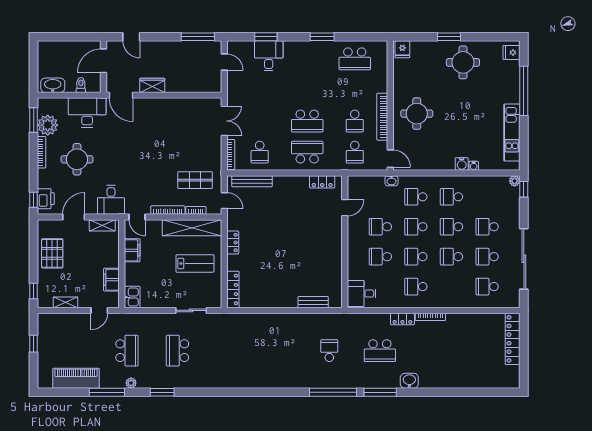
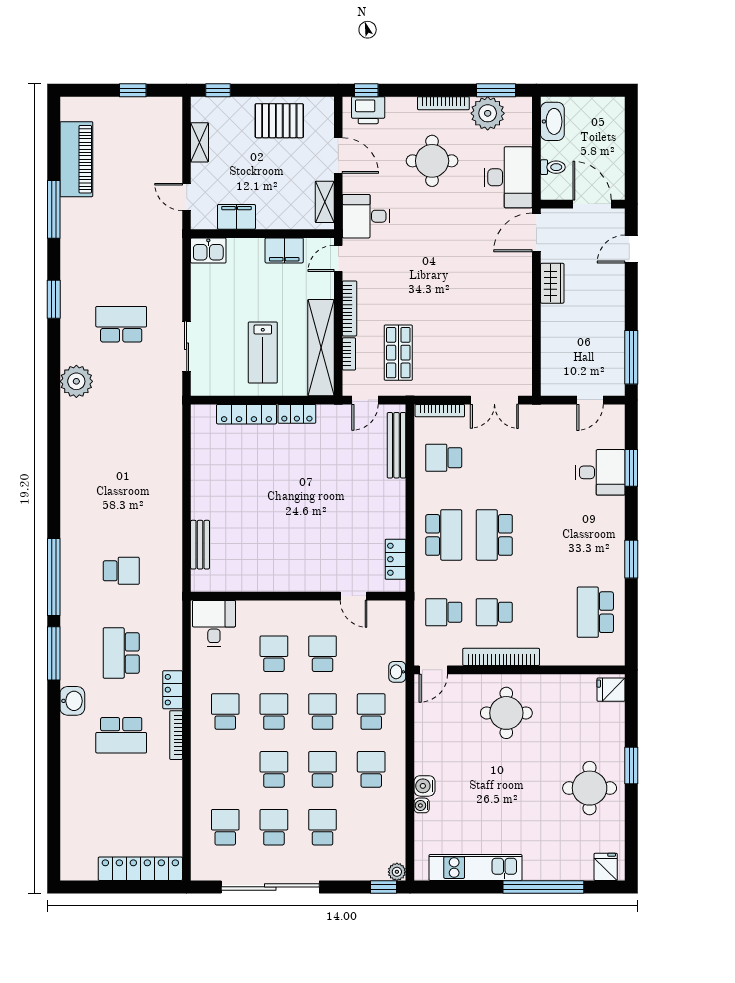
locker: (233, 289) -> (246, 414), moved
school desk: (127, 351) -> (121, 735), moved
plant: (131, 383) -> (76, 381), moved, width x1.87, depth x1.87

